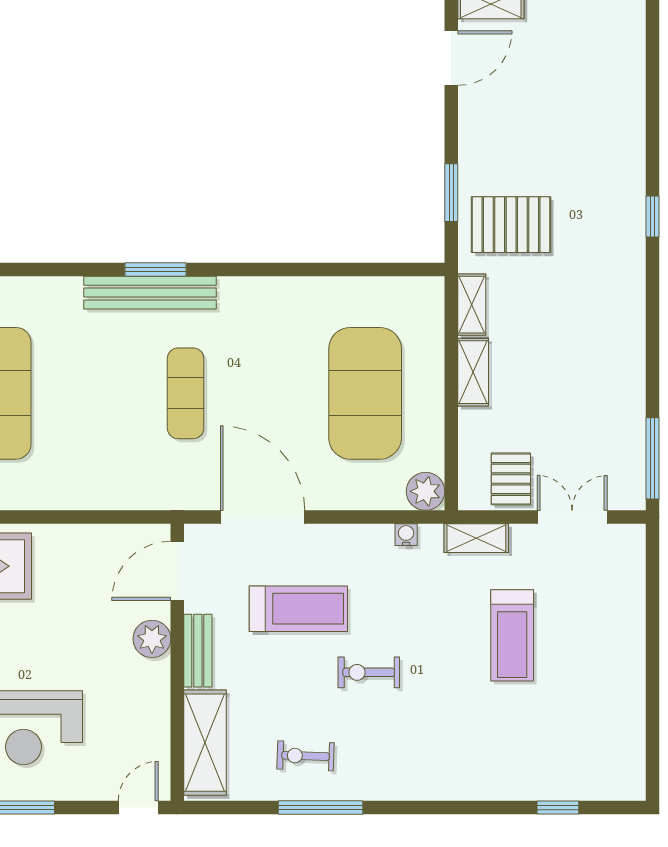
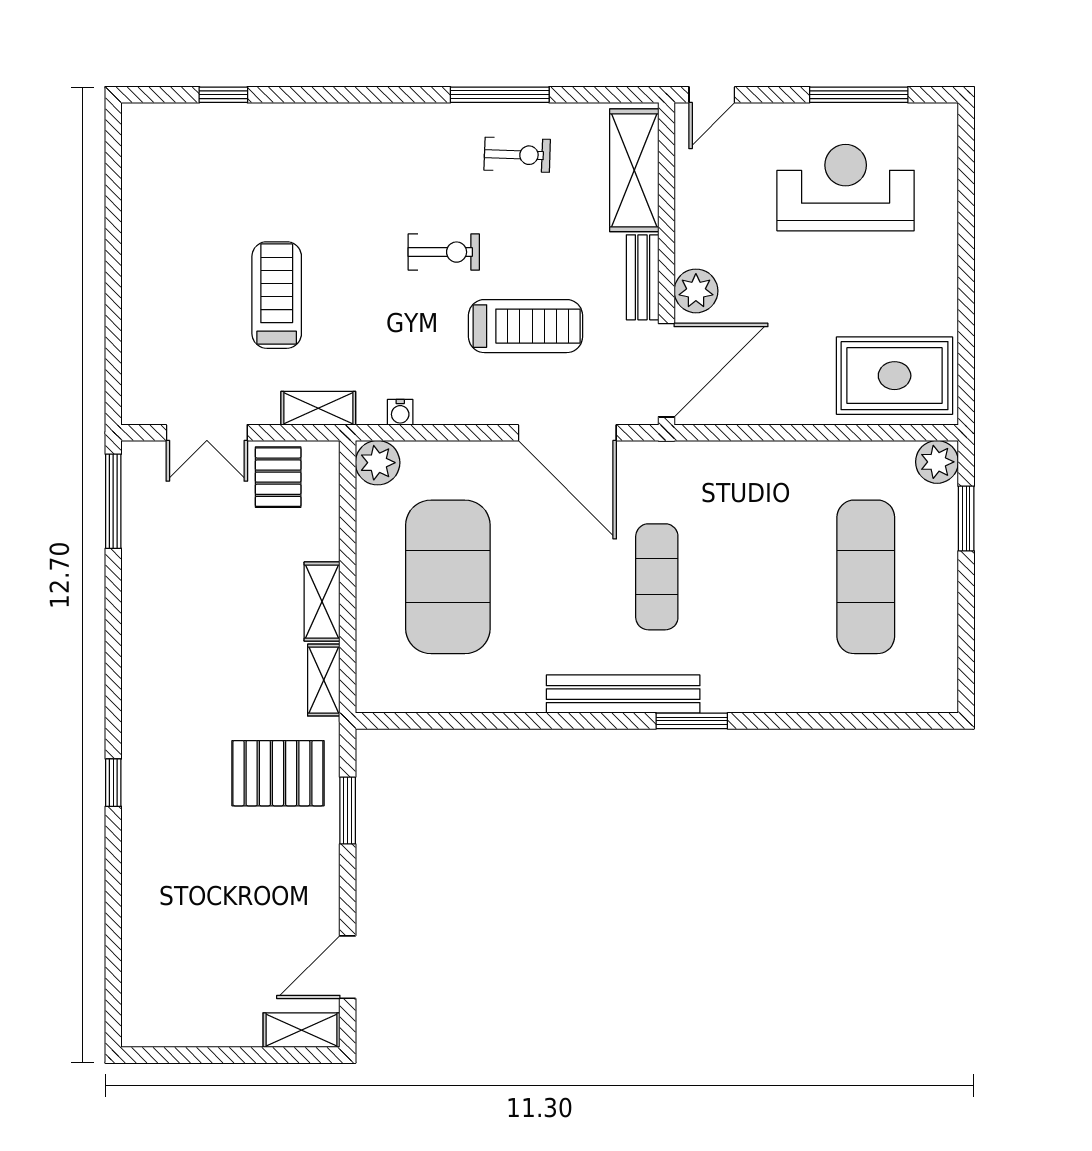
bench: (150, 293) -> (623, 694), moved
door: (177, 571) -> (666, 370), width x1.36
treadmill: (298, 609) -> (525, 326), turned 180

